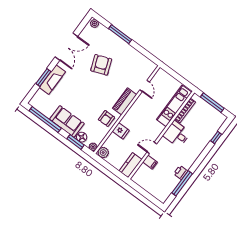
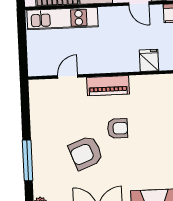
armchair: (106, 118) -> (118, 128), moved

